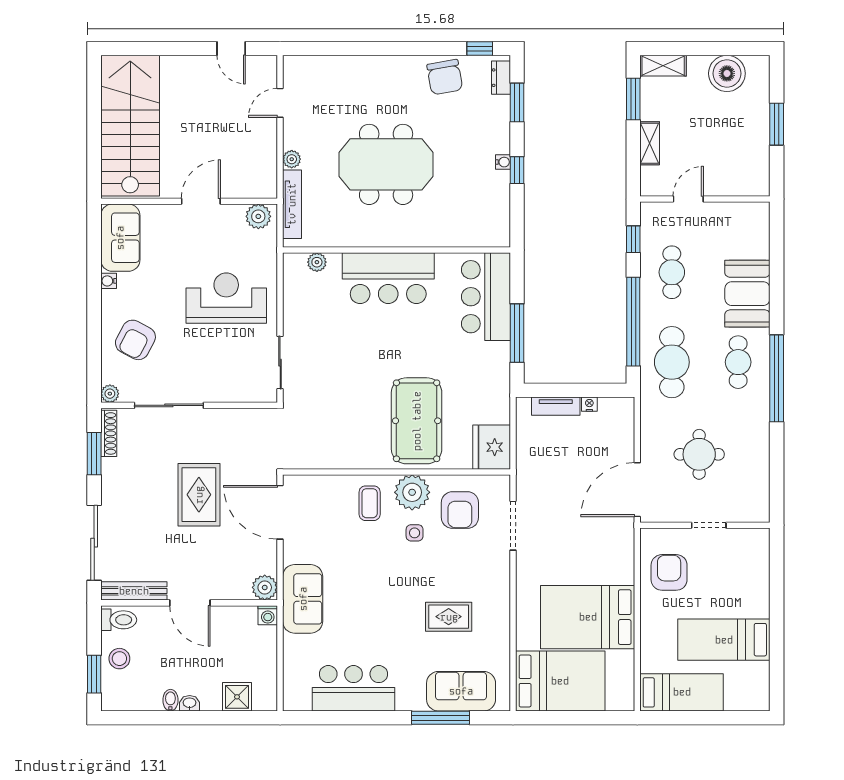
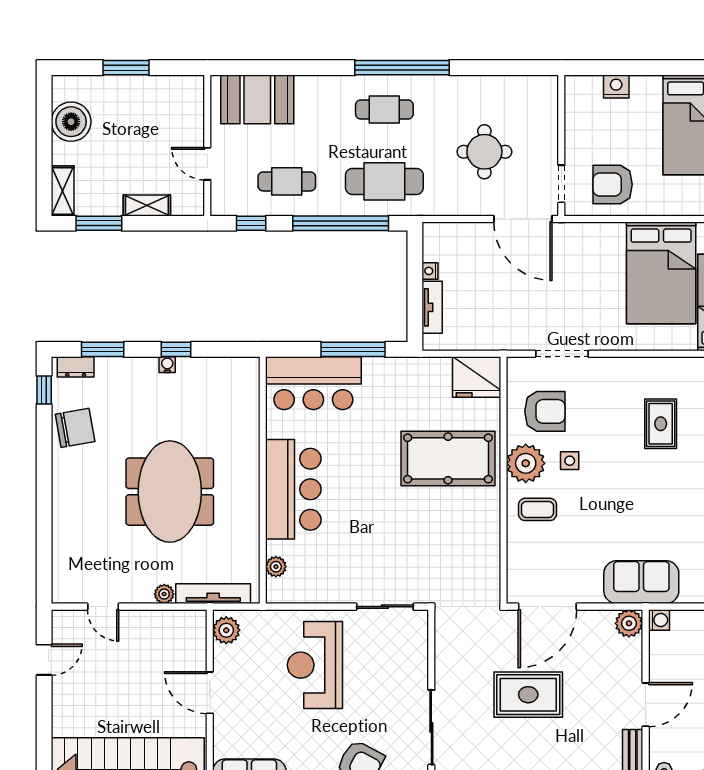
booth: (747, 294) -> (257, 99), moved
doorway: (709, 525) -> (561, 184), moved
nightstand: (759, 576) -> (616, 87), added

